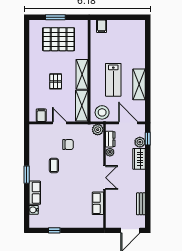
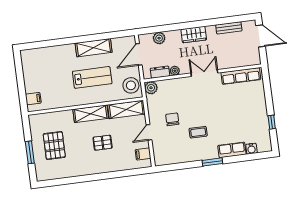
pallet: (59, 39) -> (54, 146), width x0.73, depth x0.71
window: (148, 139) -> (154, 30), removed
wardrobe: (139, 159) -> (194, 35), moved
row of seats: (98, 203) -> (241, 76), width x1.48

